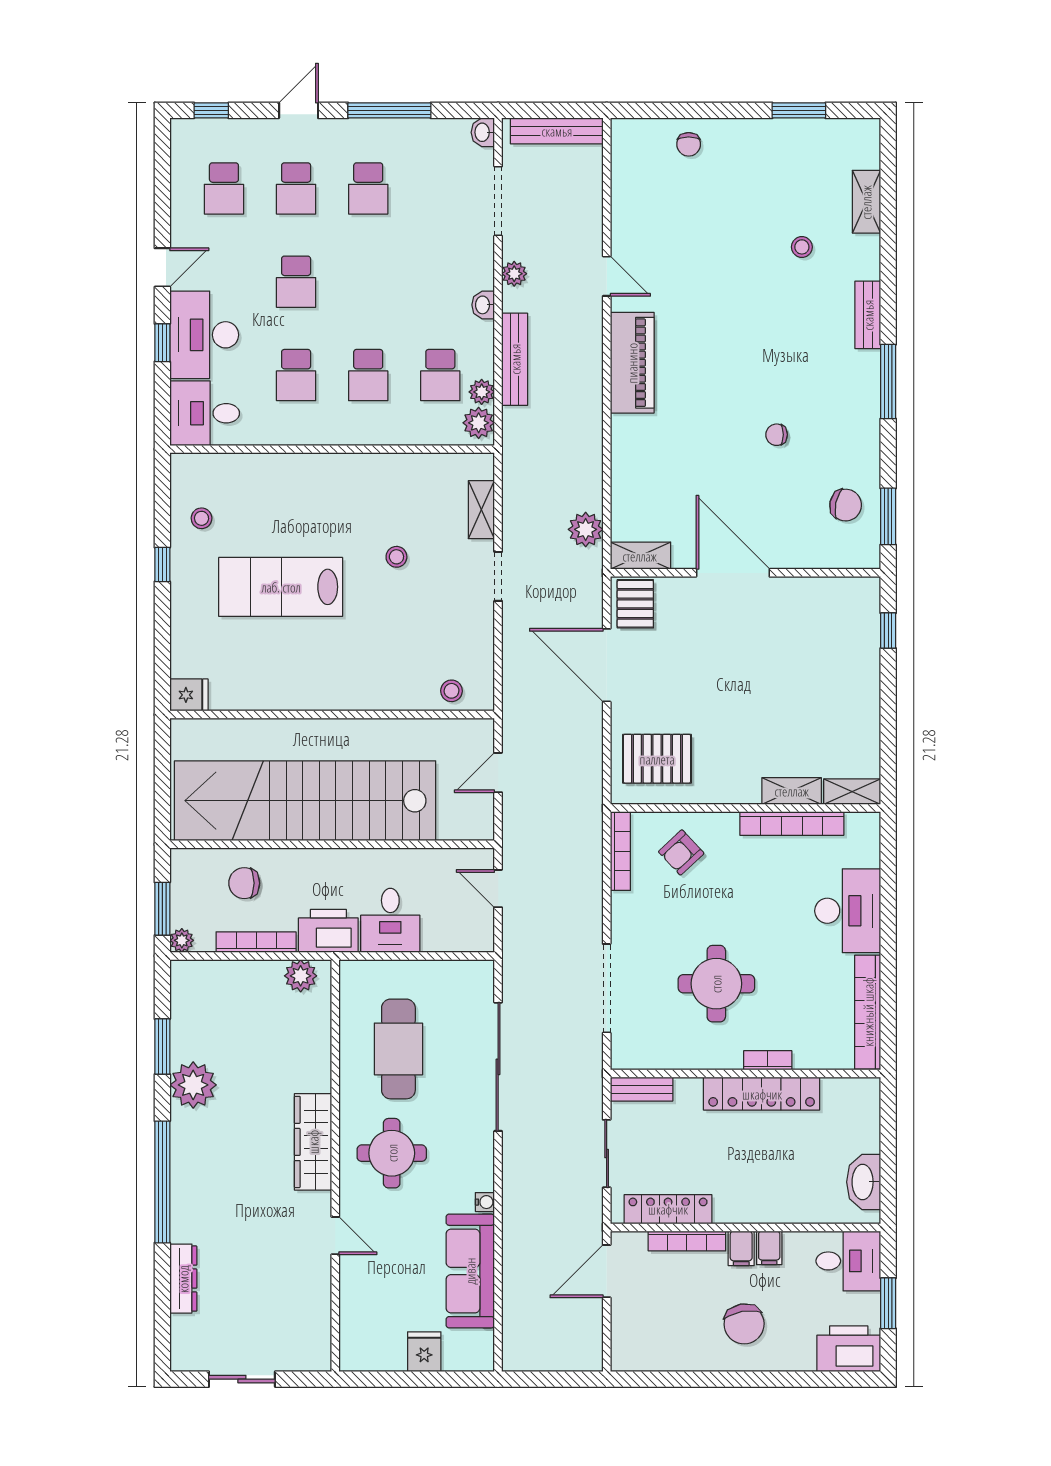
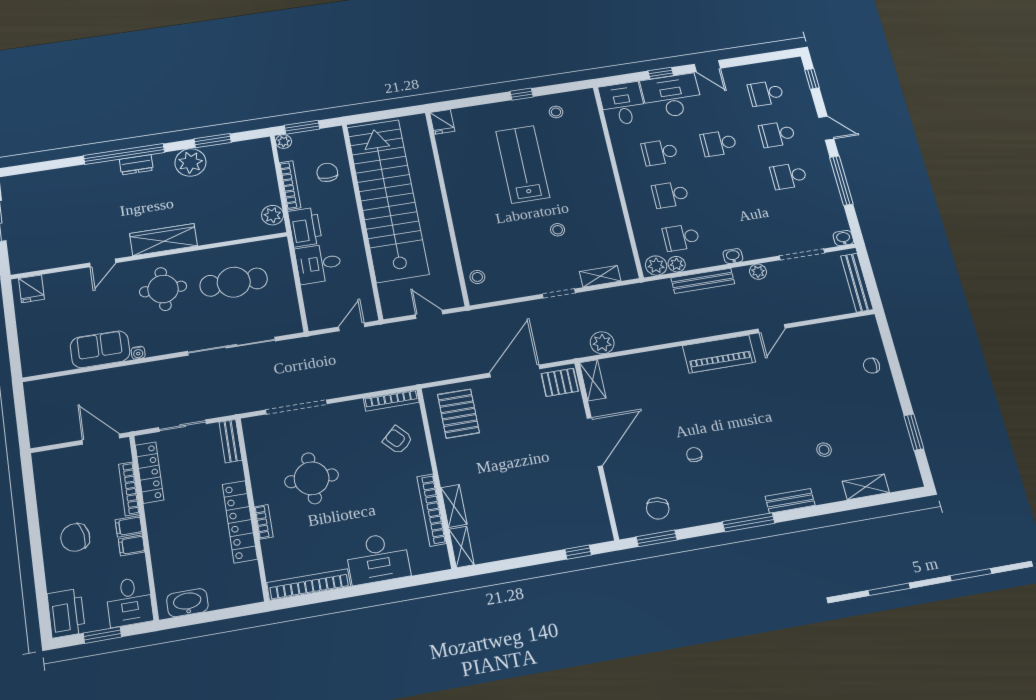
sofa: (470, 1271) -> (100, 349), width x0.73
dresser: (183, 1279) -> (136, 165), moved, width x0.70
fridge: (424, 1352) -> (31, 289), moved, turned 90

